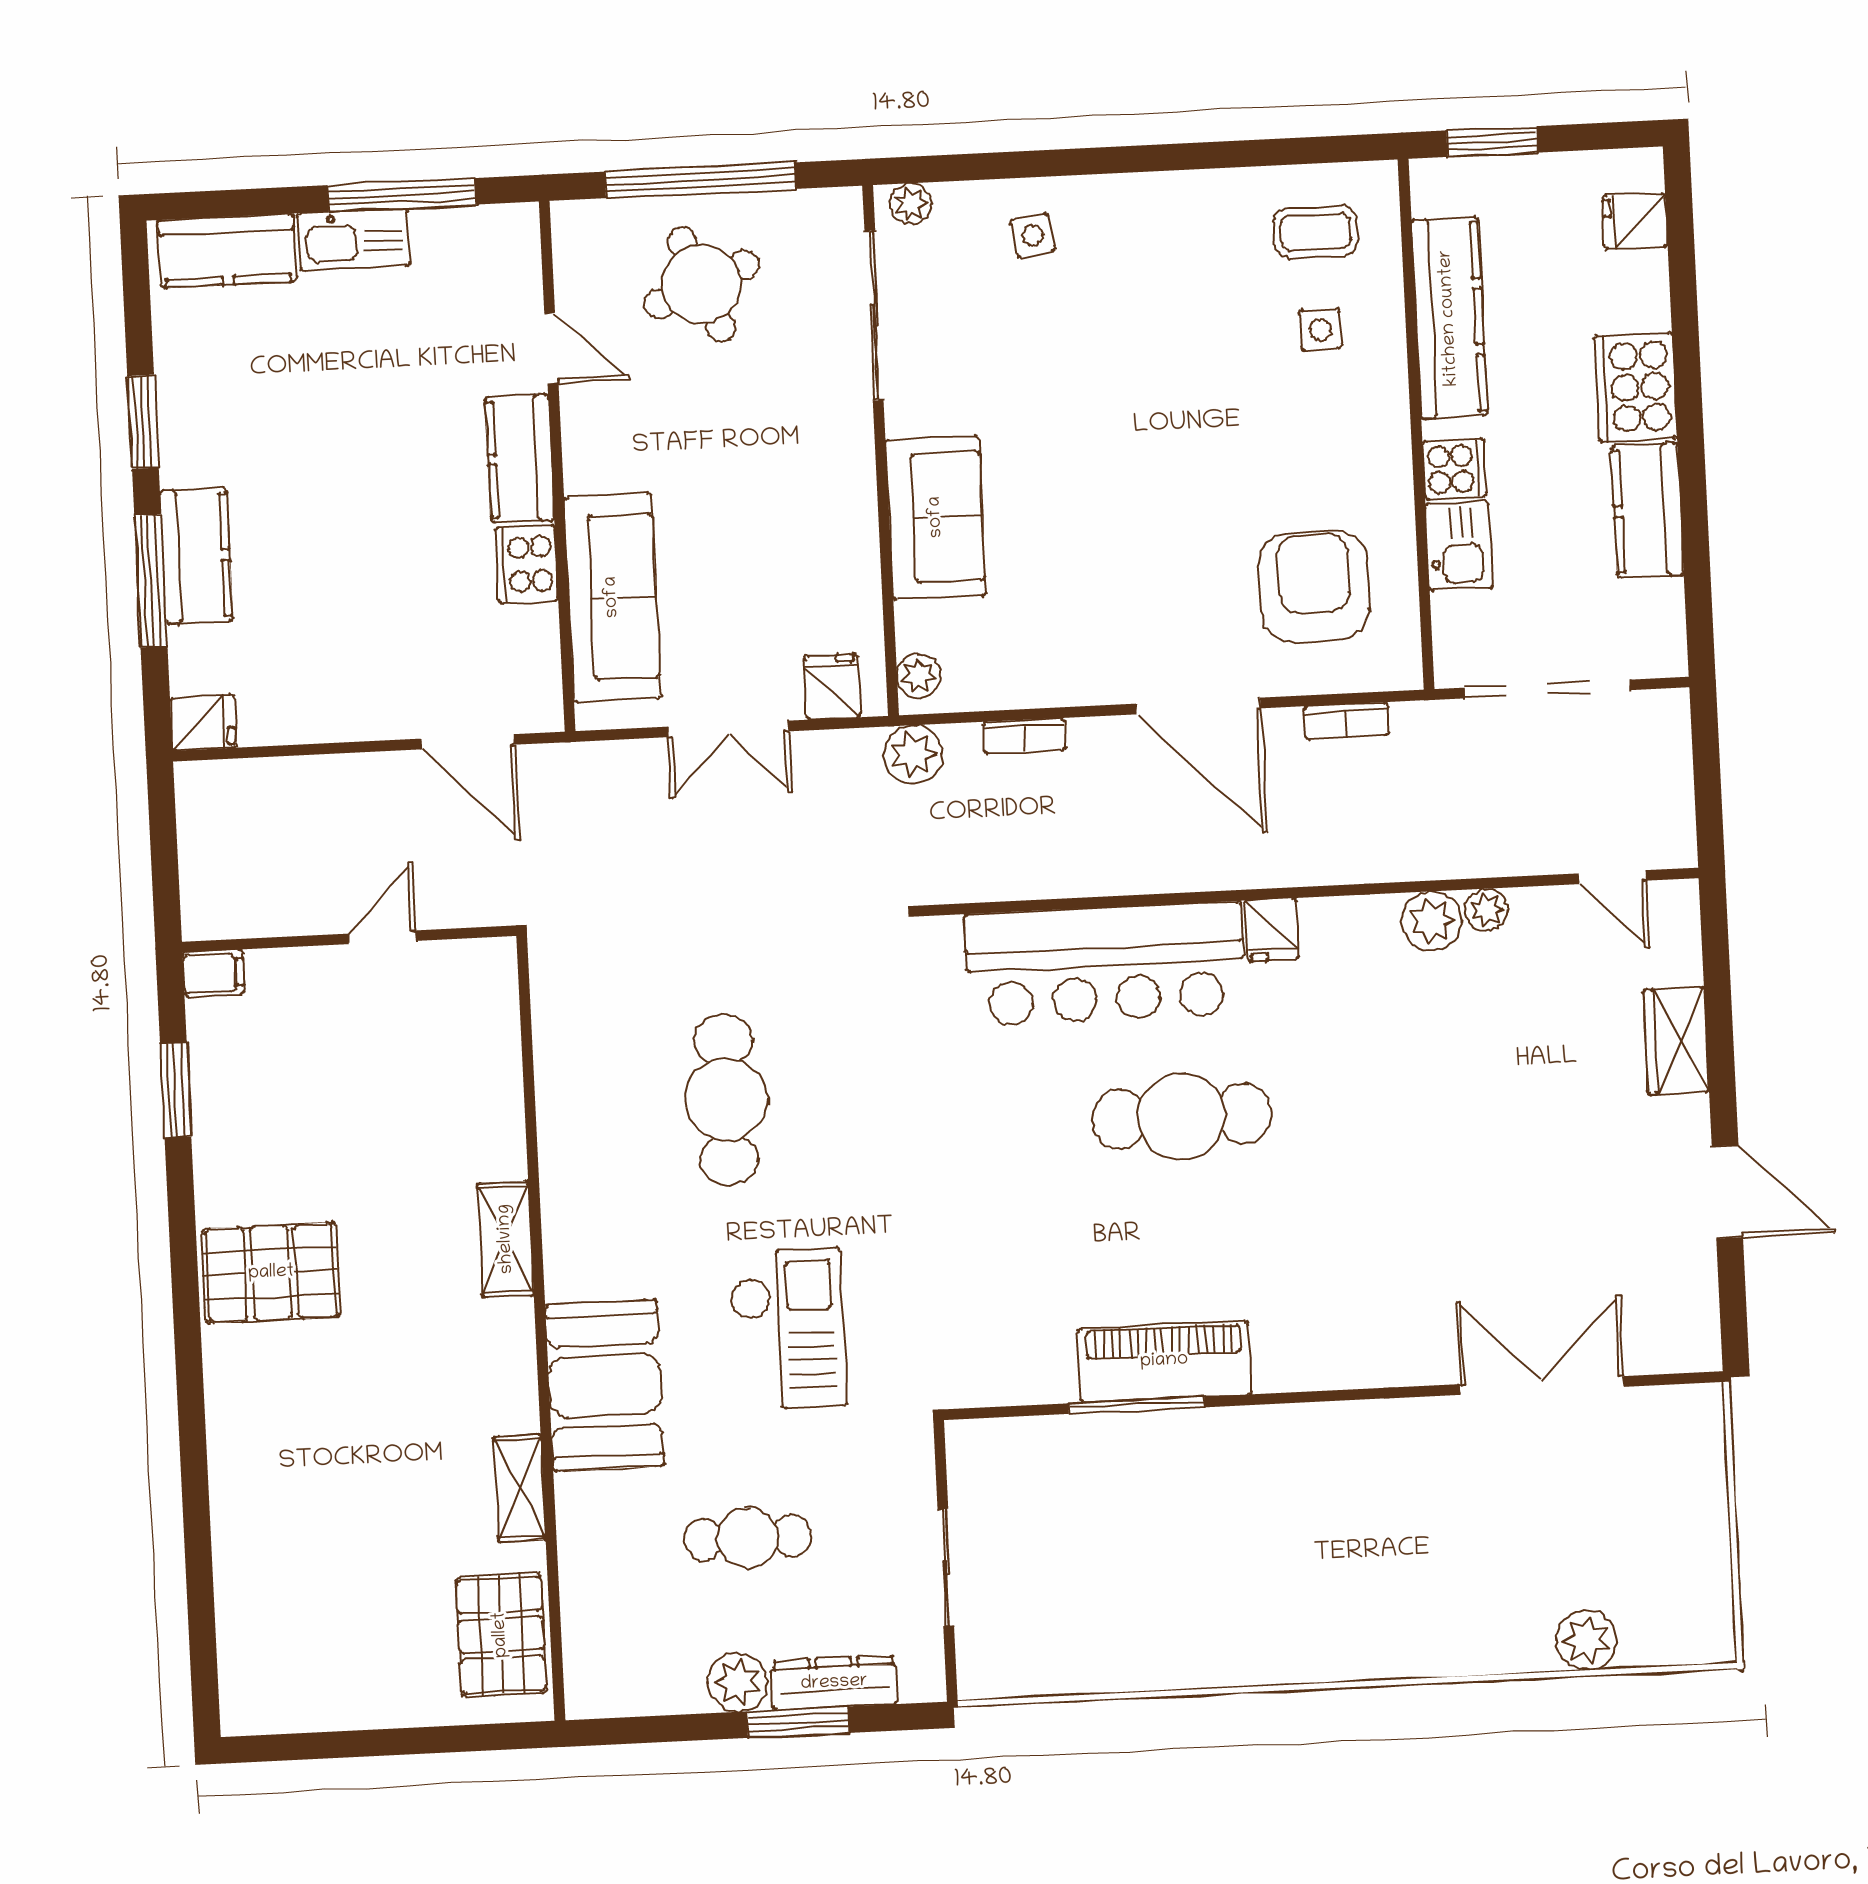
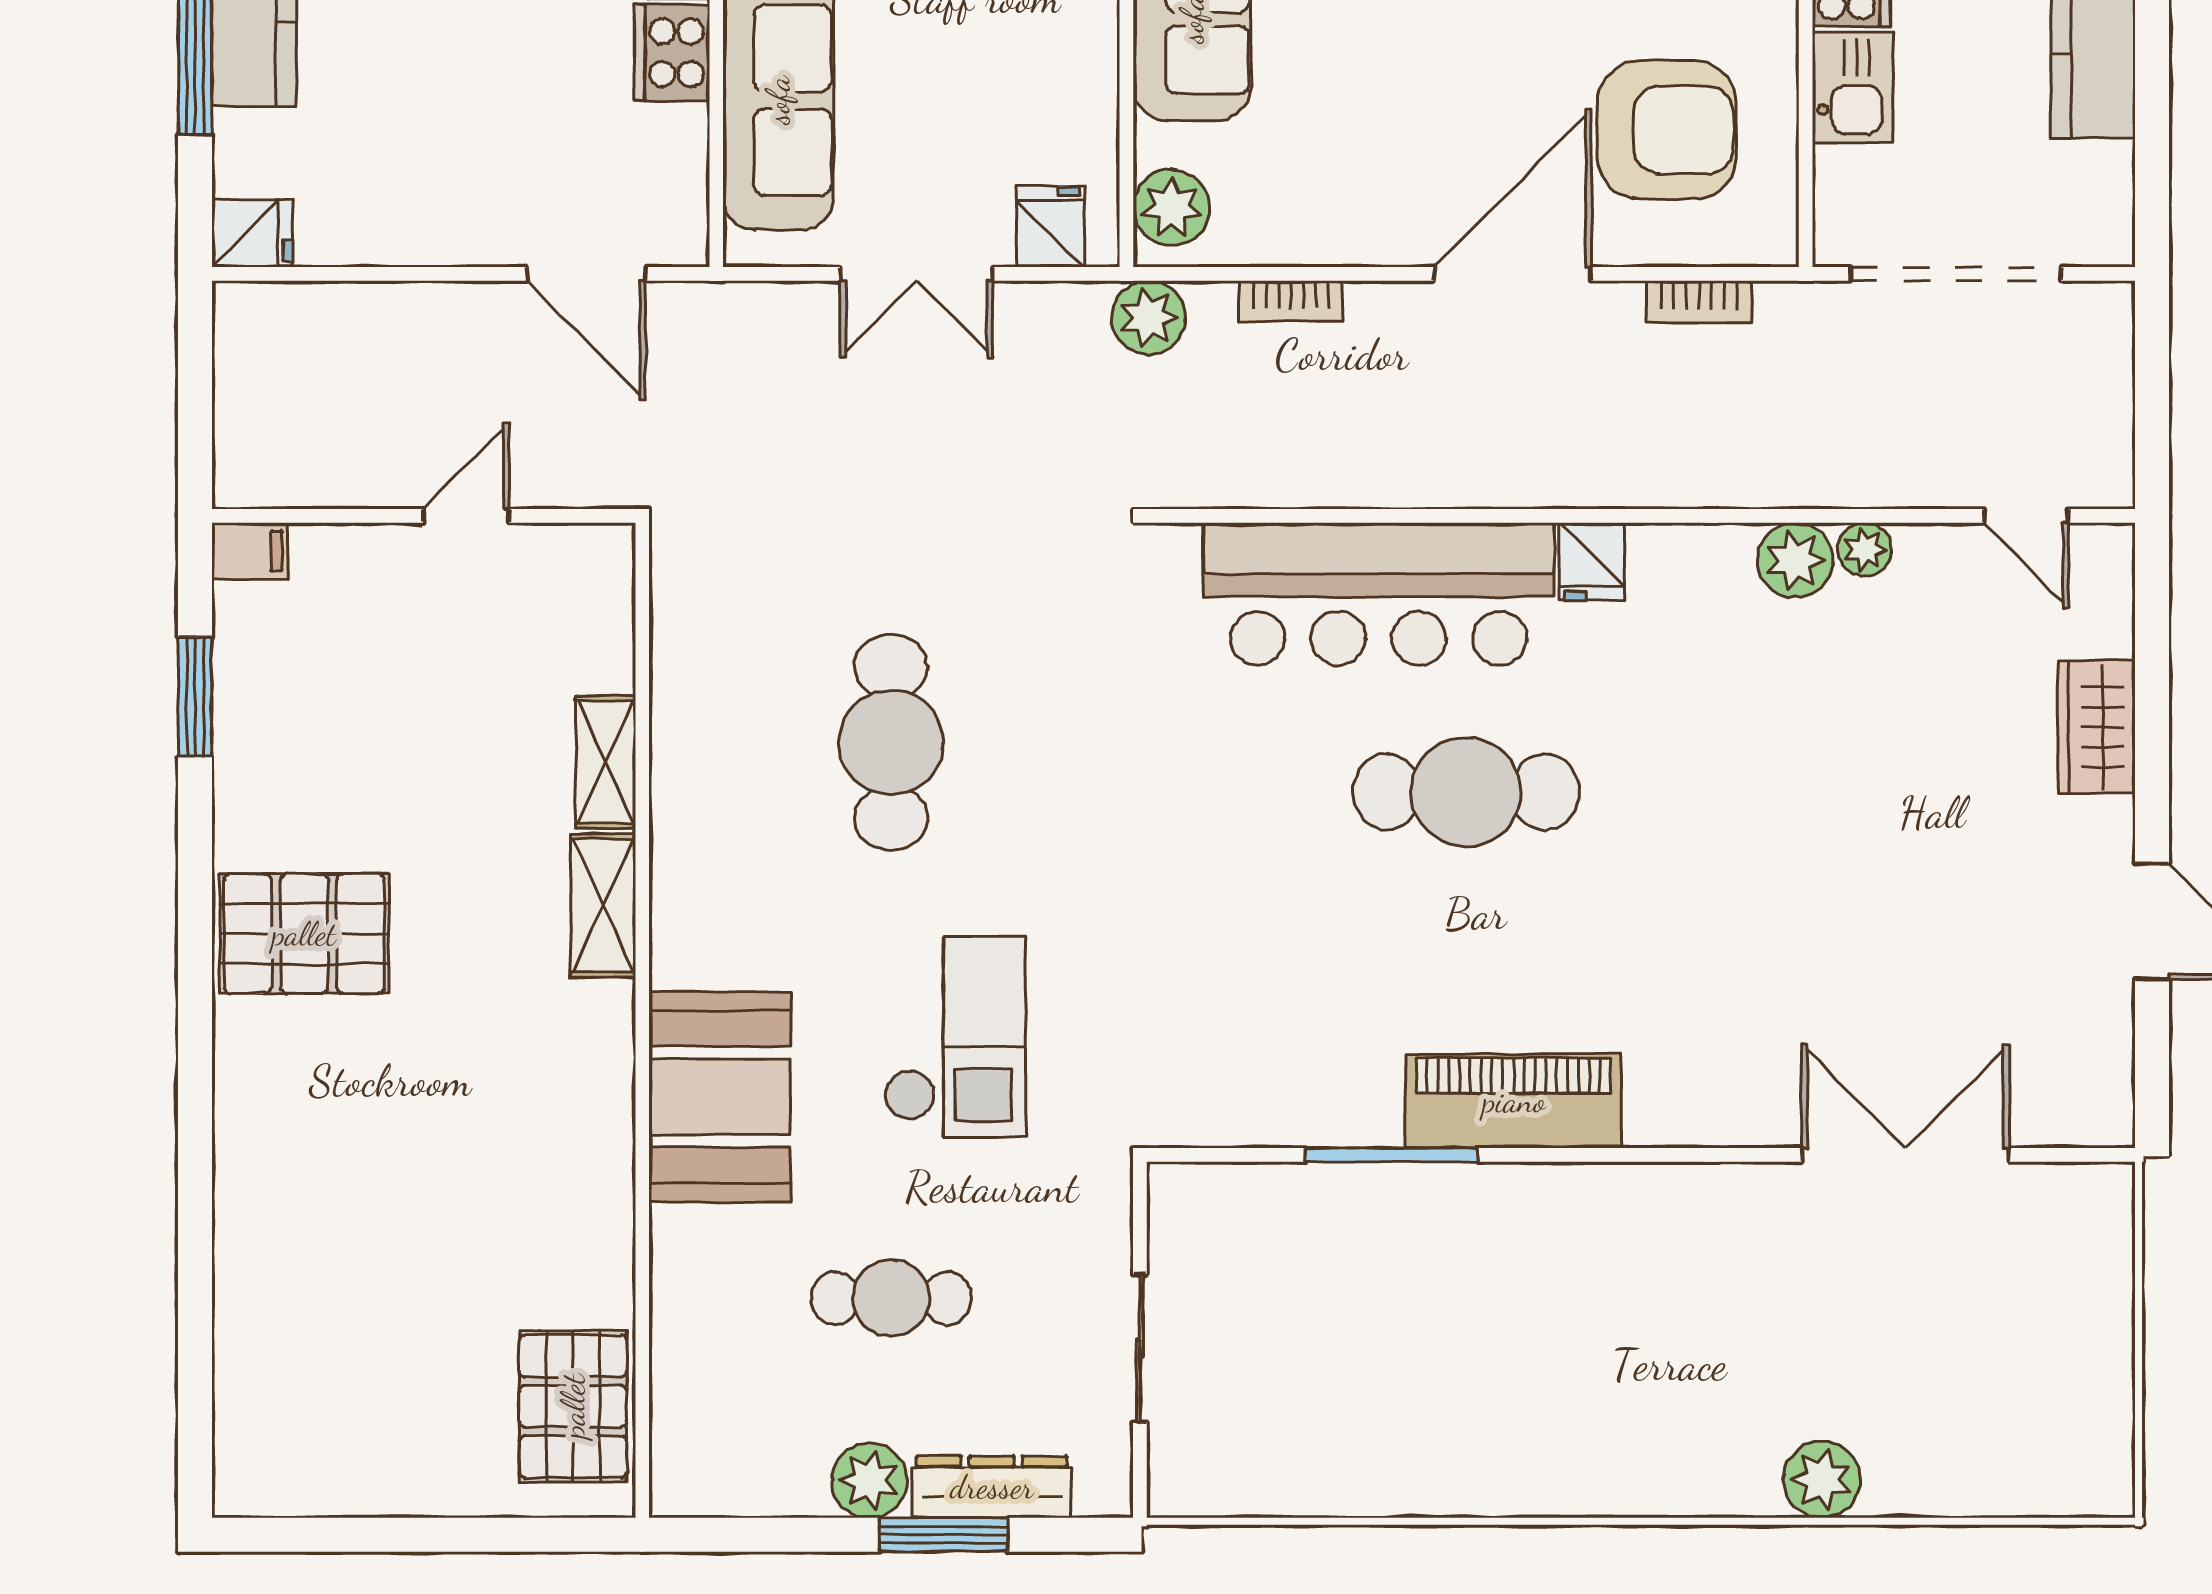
armchair: (1314, 586) -> (1667, 130), turned 90
plant: (919, 676) -> (1171, 208), width x1.38, depth x1.38
door: (1198, 706) -> (1513, 274), swing flipped
piano: (1164, 1361) -> (1514, 1101), moved
shelving: (520, 1488) -> (606, 762), moved
plant: (1586, 1640) -> (1822, 1480), moved

